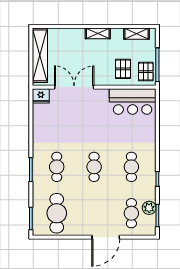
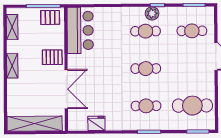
pallet: (123, 69) -> (52, 57), moved
double door: (74, 87) -> (66, 89), swing flipped
fridge: (41, 96) -> (96, 123), moved, turned -90
plant: (149, 208) -> (152, 13), moved

